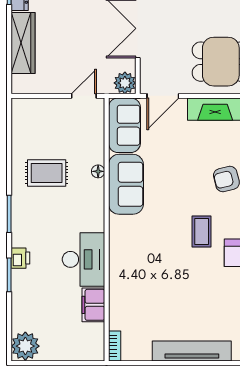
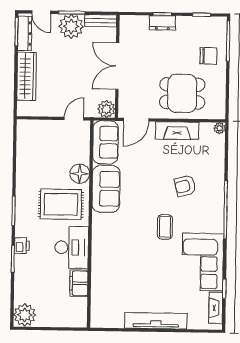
floor lamp: (98, 171) -> (80, 174), width x1.89, depth x1.89
rug: (47, 173) -> (61, 204), moved, width x1.36, depth x1.43
bookcase: (115, 346) -> (95, 316), removed

